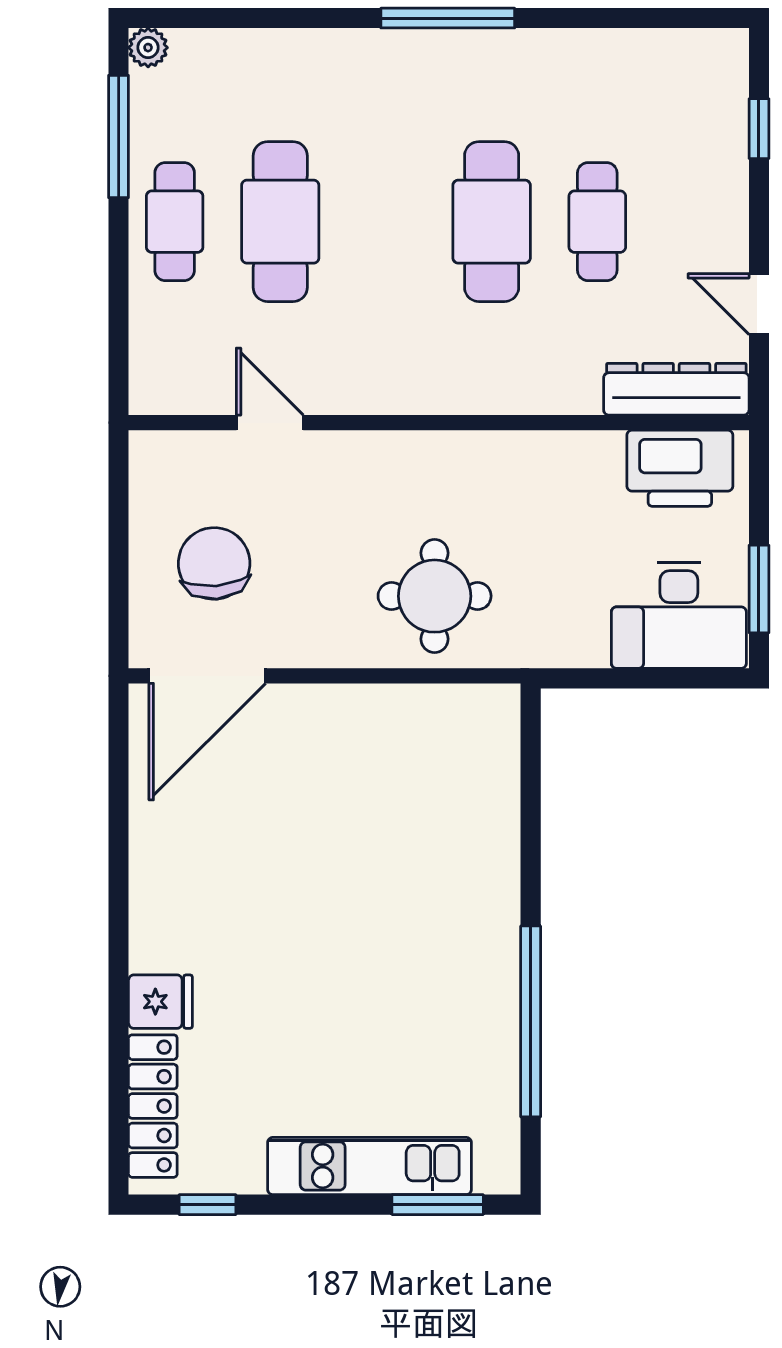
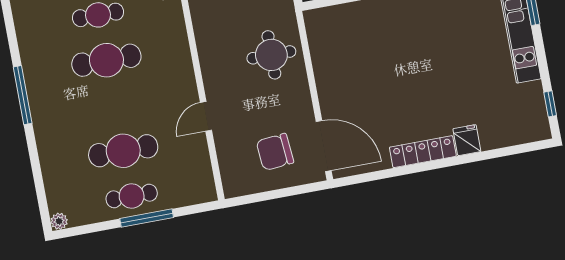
window: (119, 136) -> (147, 218), moved
door: (270, 423) -> (206, 116), moved
locker: (153, 1106) -> (423, 152), moved

